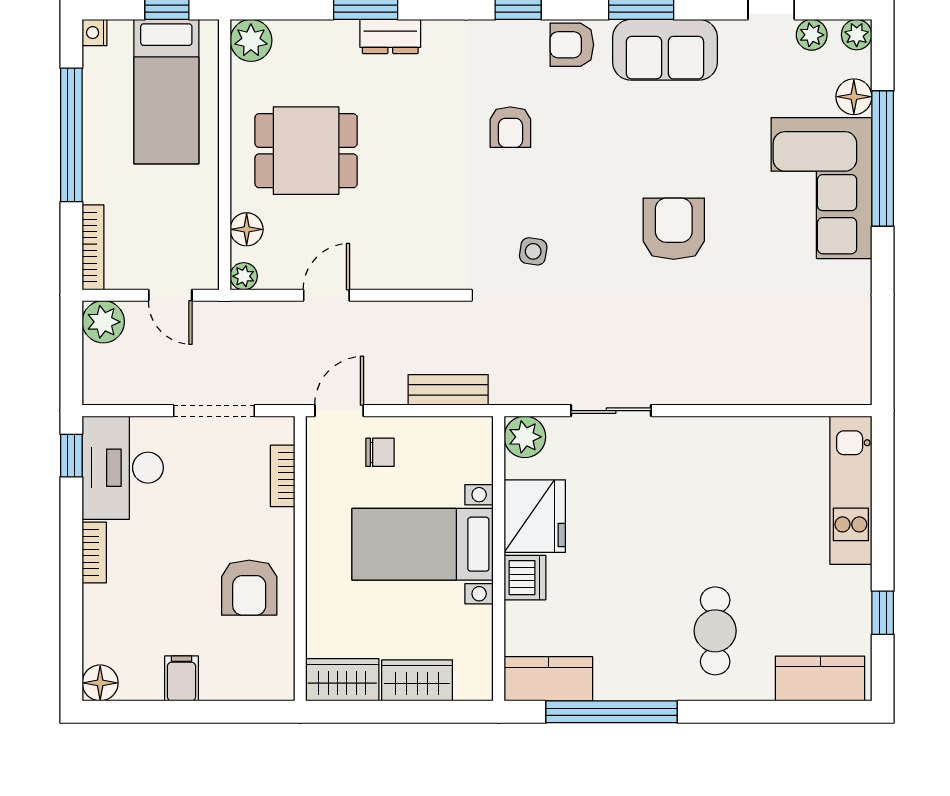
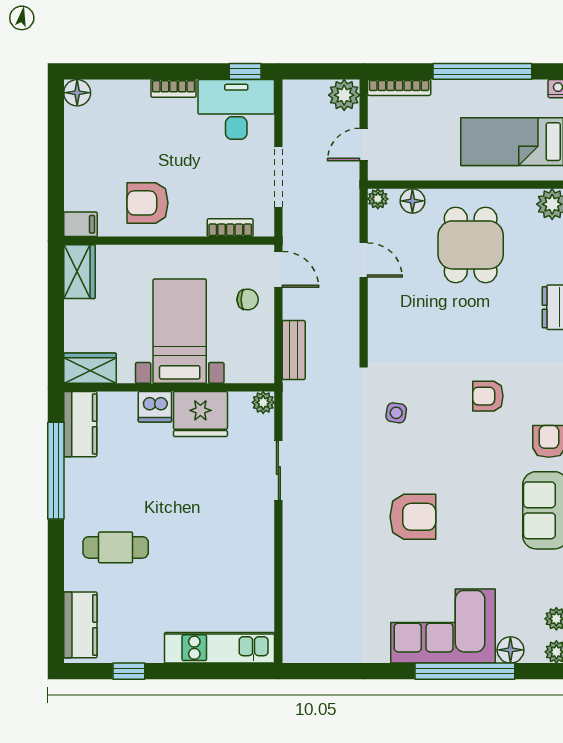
plant: (525, 437) -> (263, 402), width x0.73, depth x0.73
chair: (380, 452) -> (248, 300), turned -90
filing cabinet: (182, 678) -> (80, 224), moved
wardrobe: (417, 680) -> (90, 368), moved, turned -90

